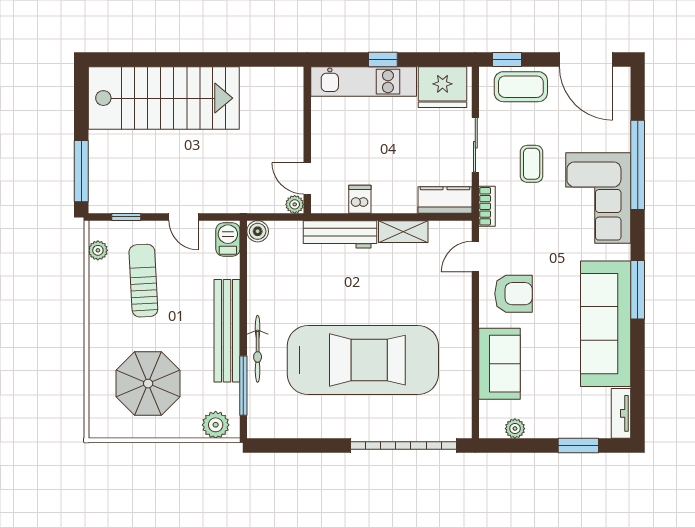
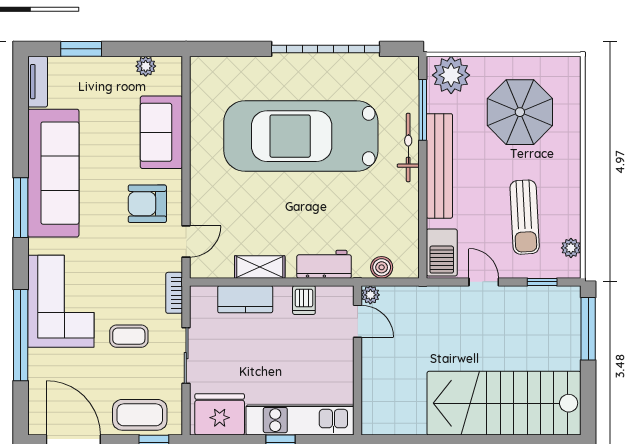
coffee table: (532, 164) -> (129, 336), turned 90
kitchen counter: (445, 200) -> (245, 299), moved
boiler: (258, 231) -> (382, 267), moved
workbench: (340, 234) -> (324, 264), width x0.73
barbecue: (228, 240) -> (442, 253), width x1.38, depth x1.27
plant: (216, 425) -> (451, 75), width x1.36, depth x1.36
garage door: (403, 445) -> (326, 49), moved

